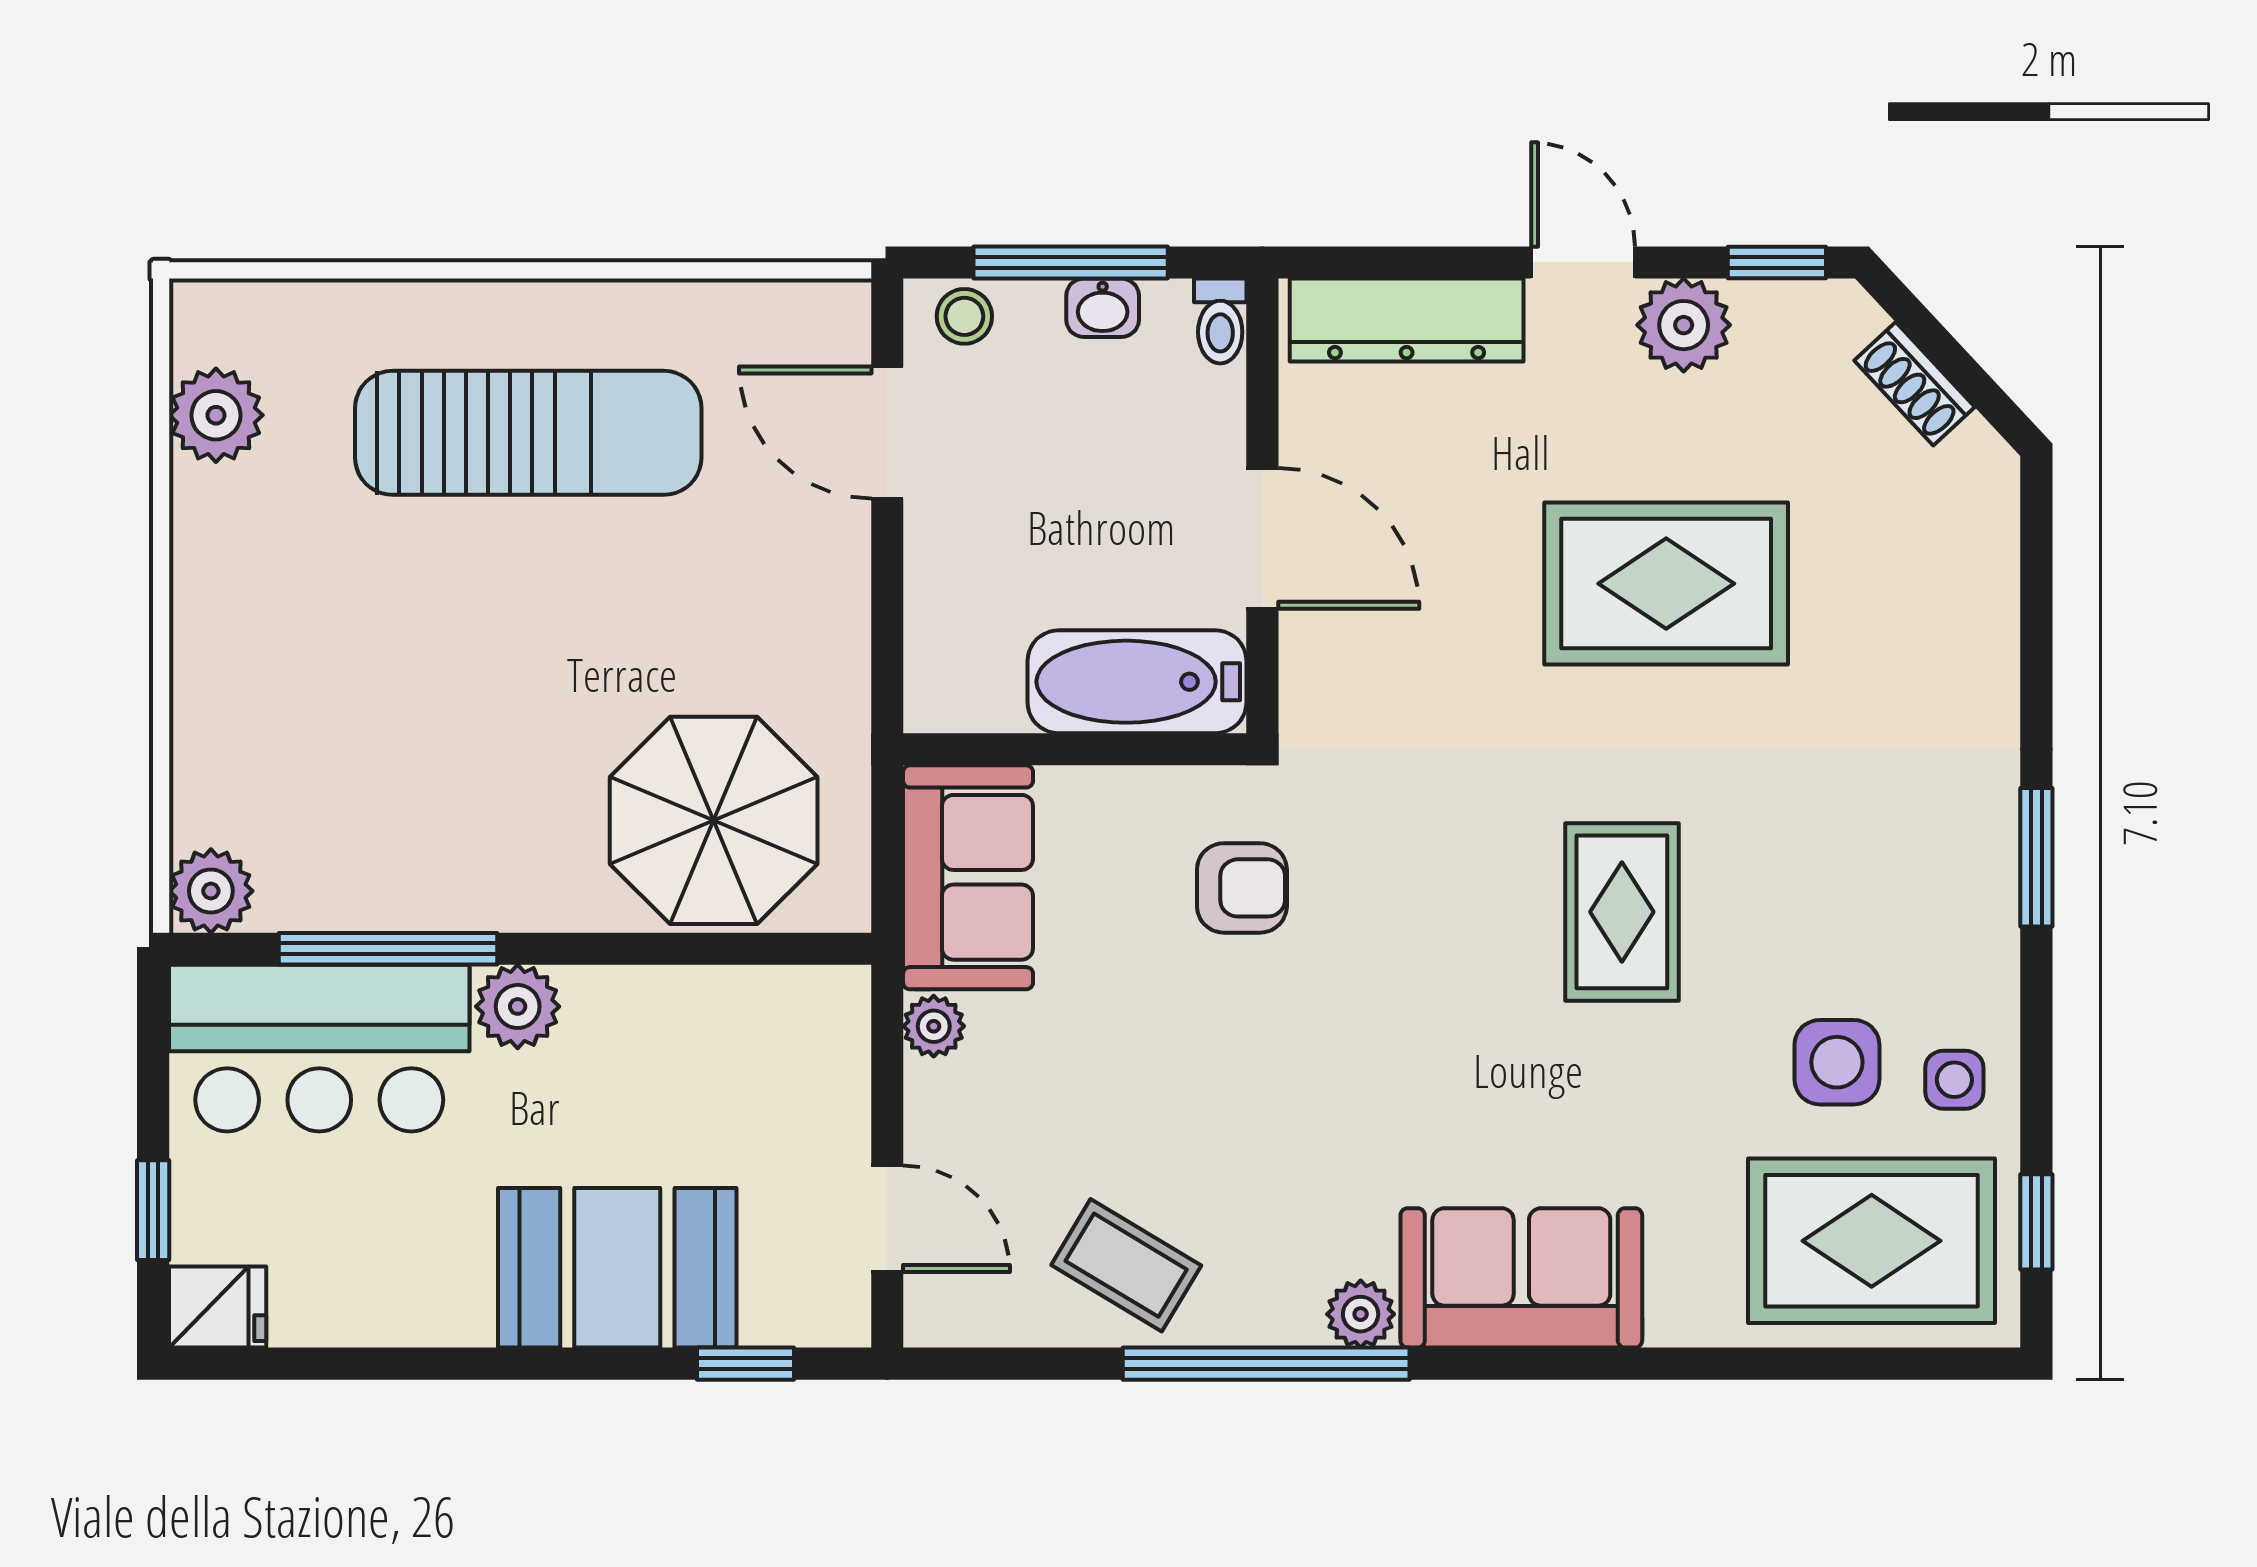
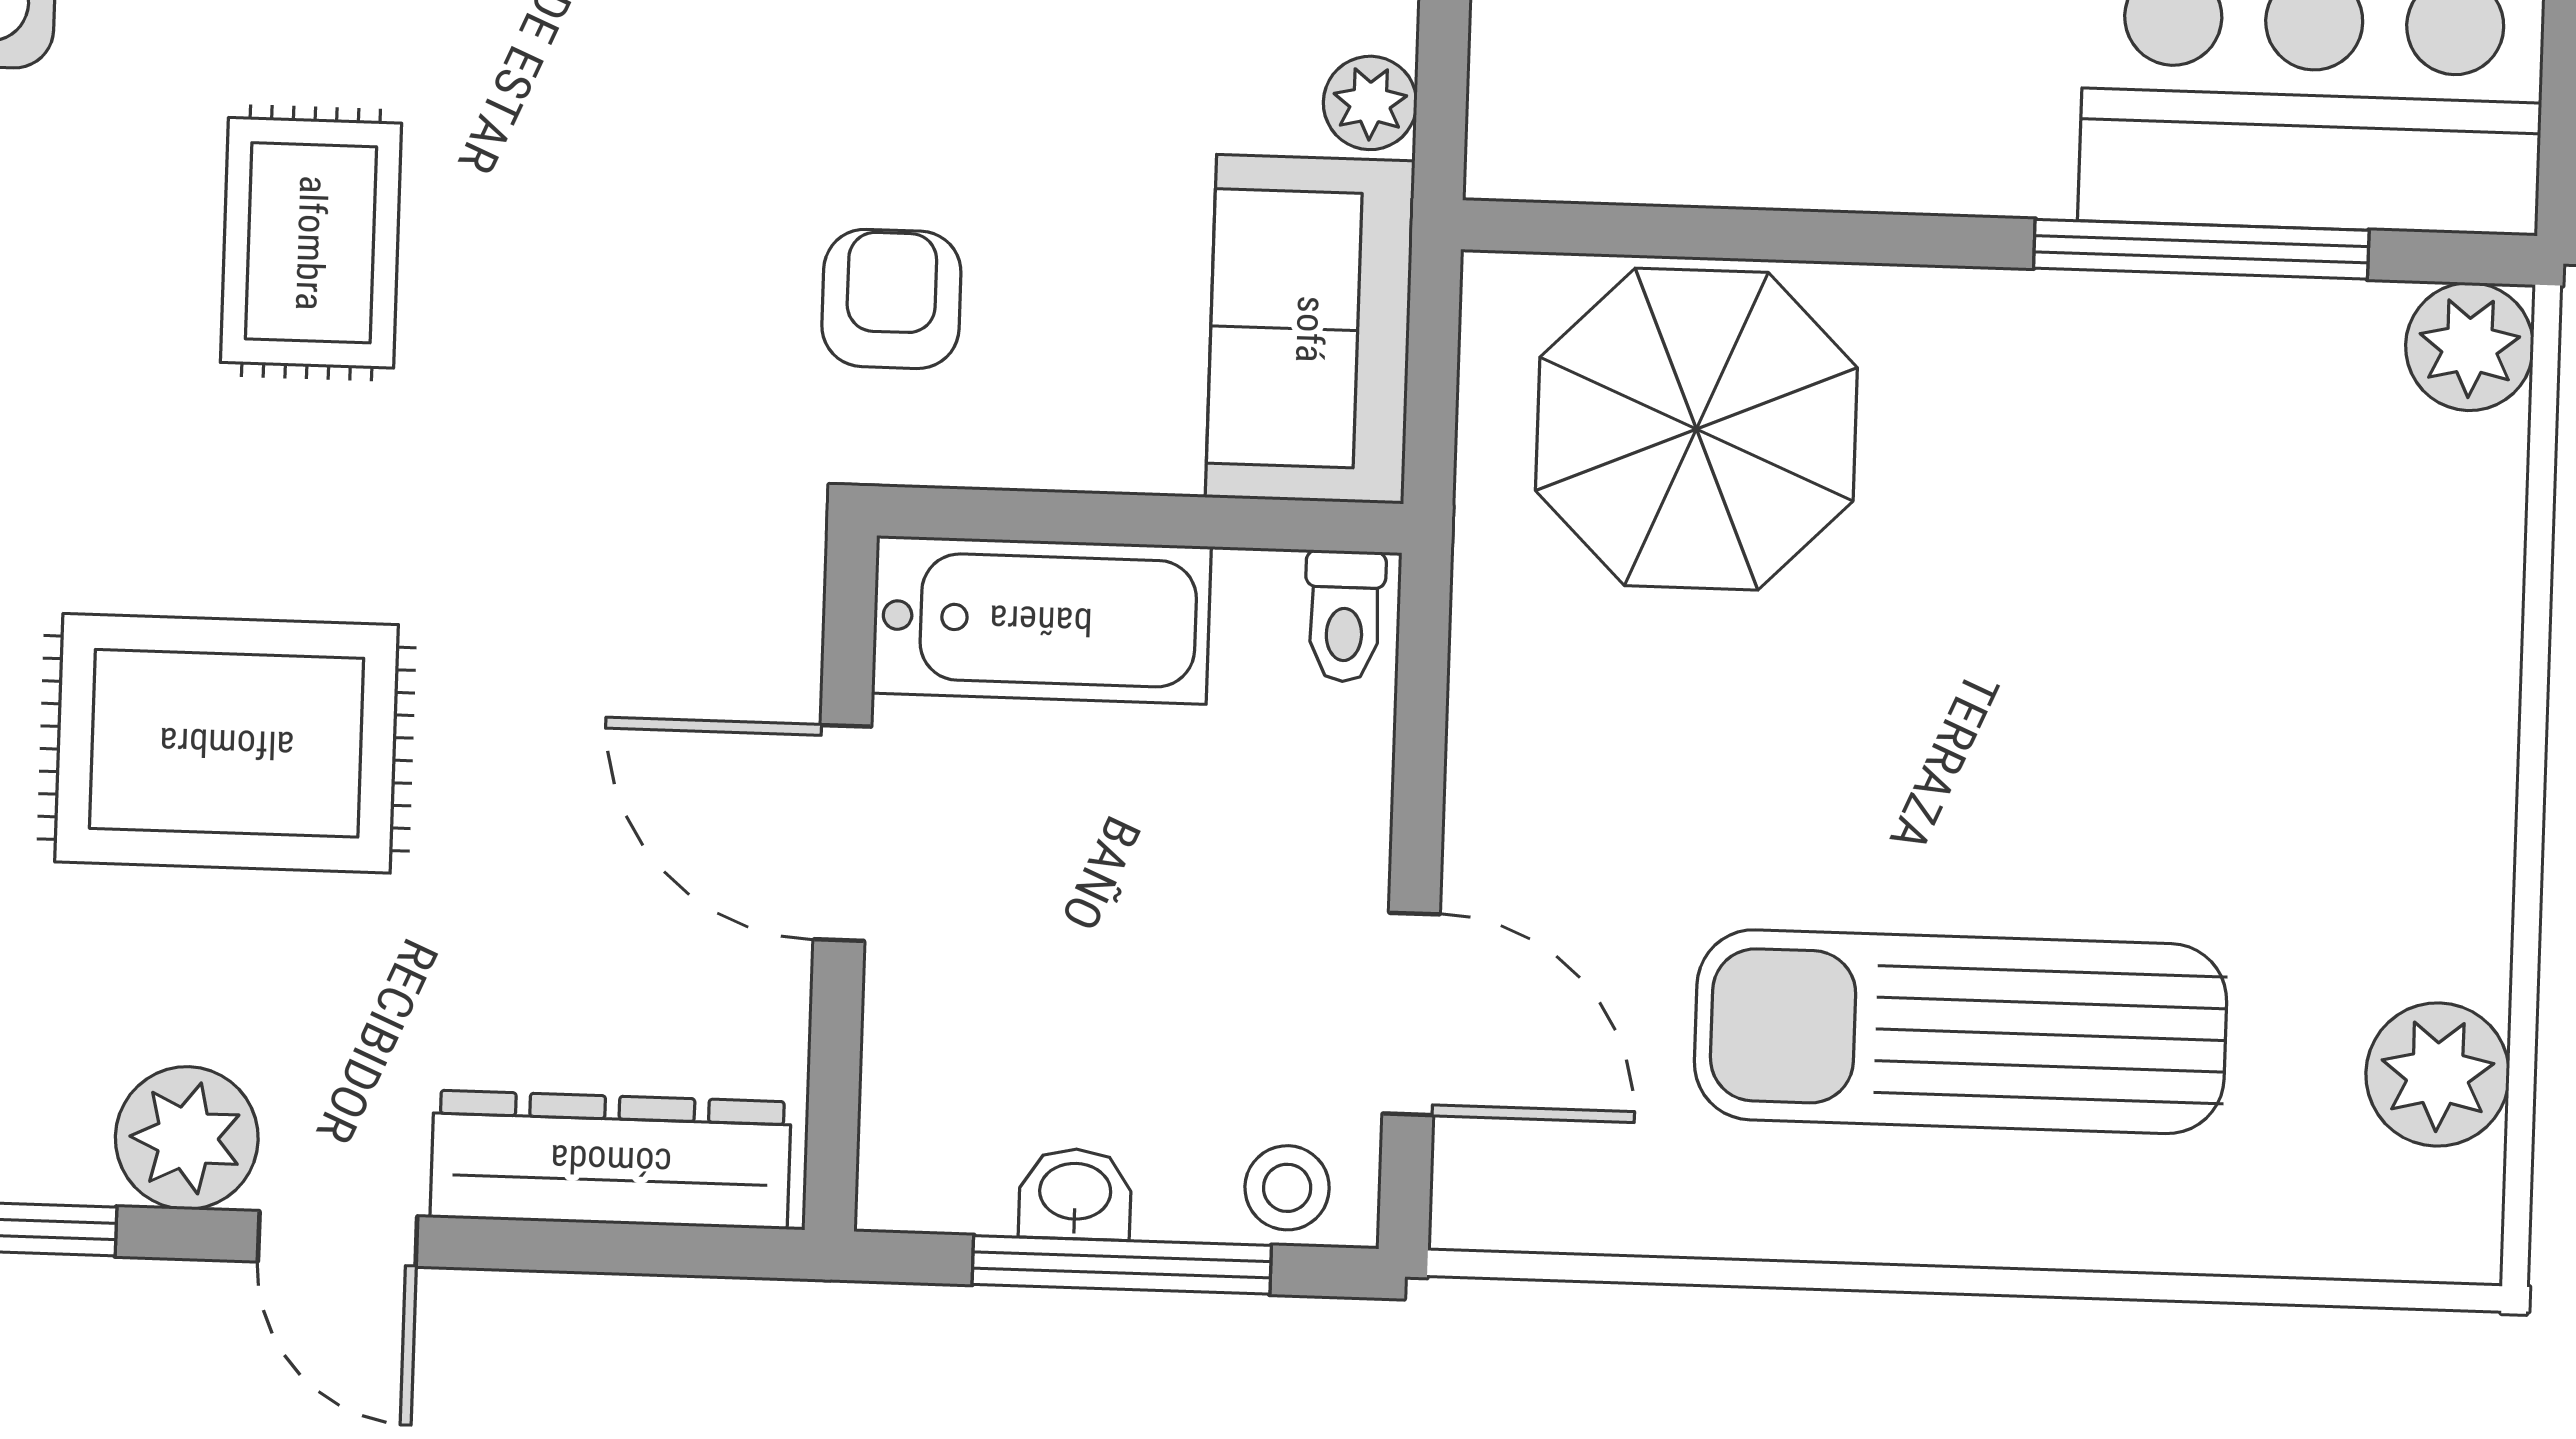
toilet: (1220, 321) -> (1344, 616), moved, turned 180
armchair: (1242, 888) -> (891, 299), turned 90
plant: (518, 1006) -> (2006, 154), removed

